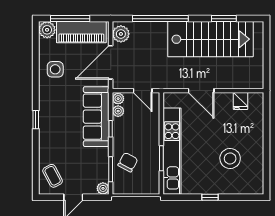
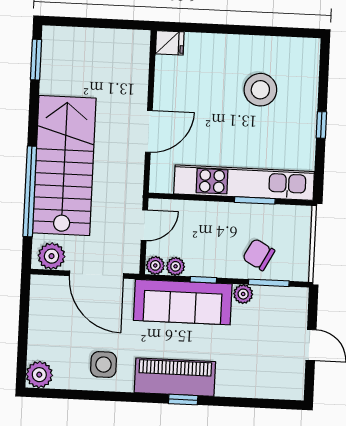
window: (70, 19) -> (23, 337), removed
window: (224, 19) -> (36, 60), moved
piano: (81, 32) -> (175, 377), moved, turned -90
stairs: (210, 39) -> (64, 165), moved
fridge: (240, 101) -> (170, 43), moved
coffee table: (53, 176) -> (275, 377), removed
plant: (103, 188) -> (243, 294), moved

